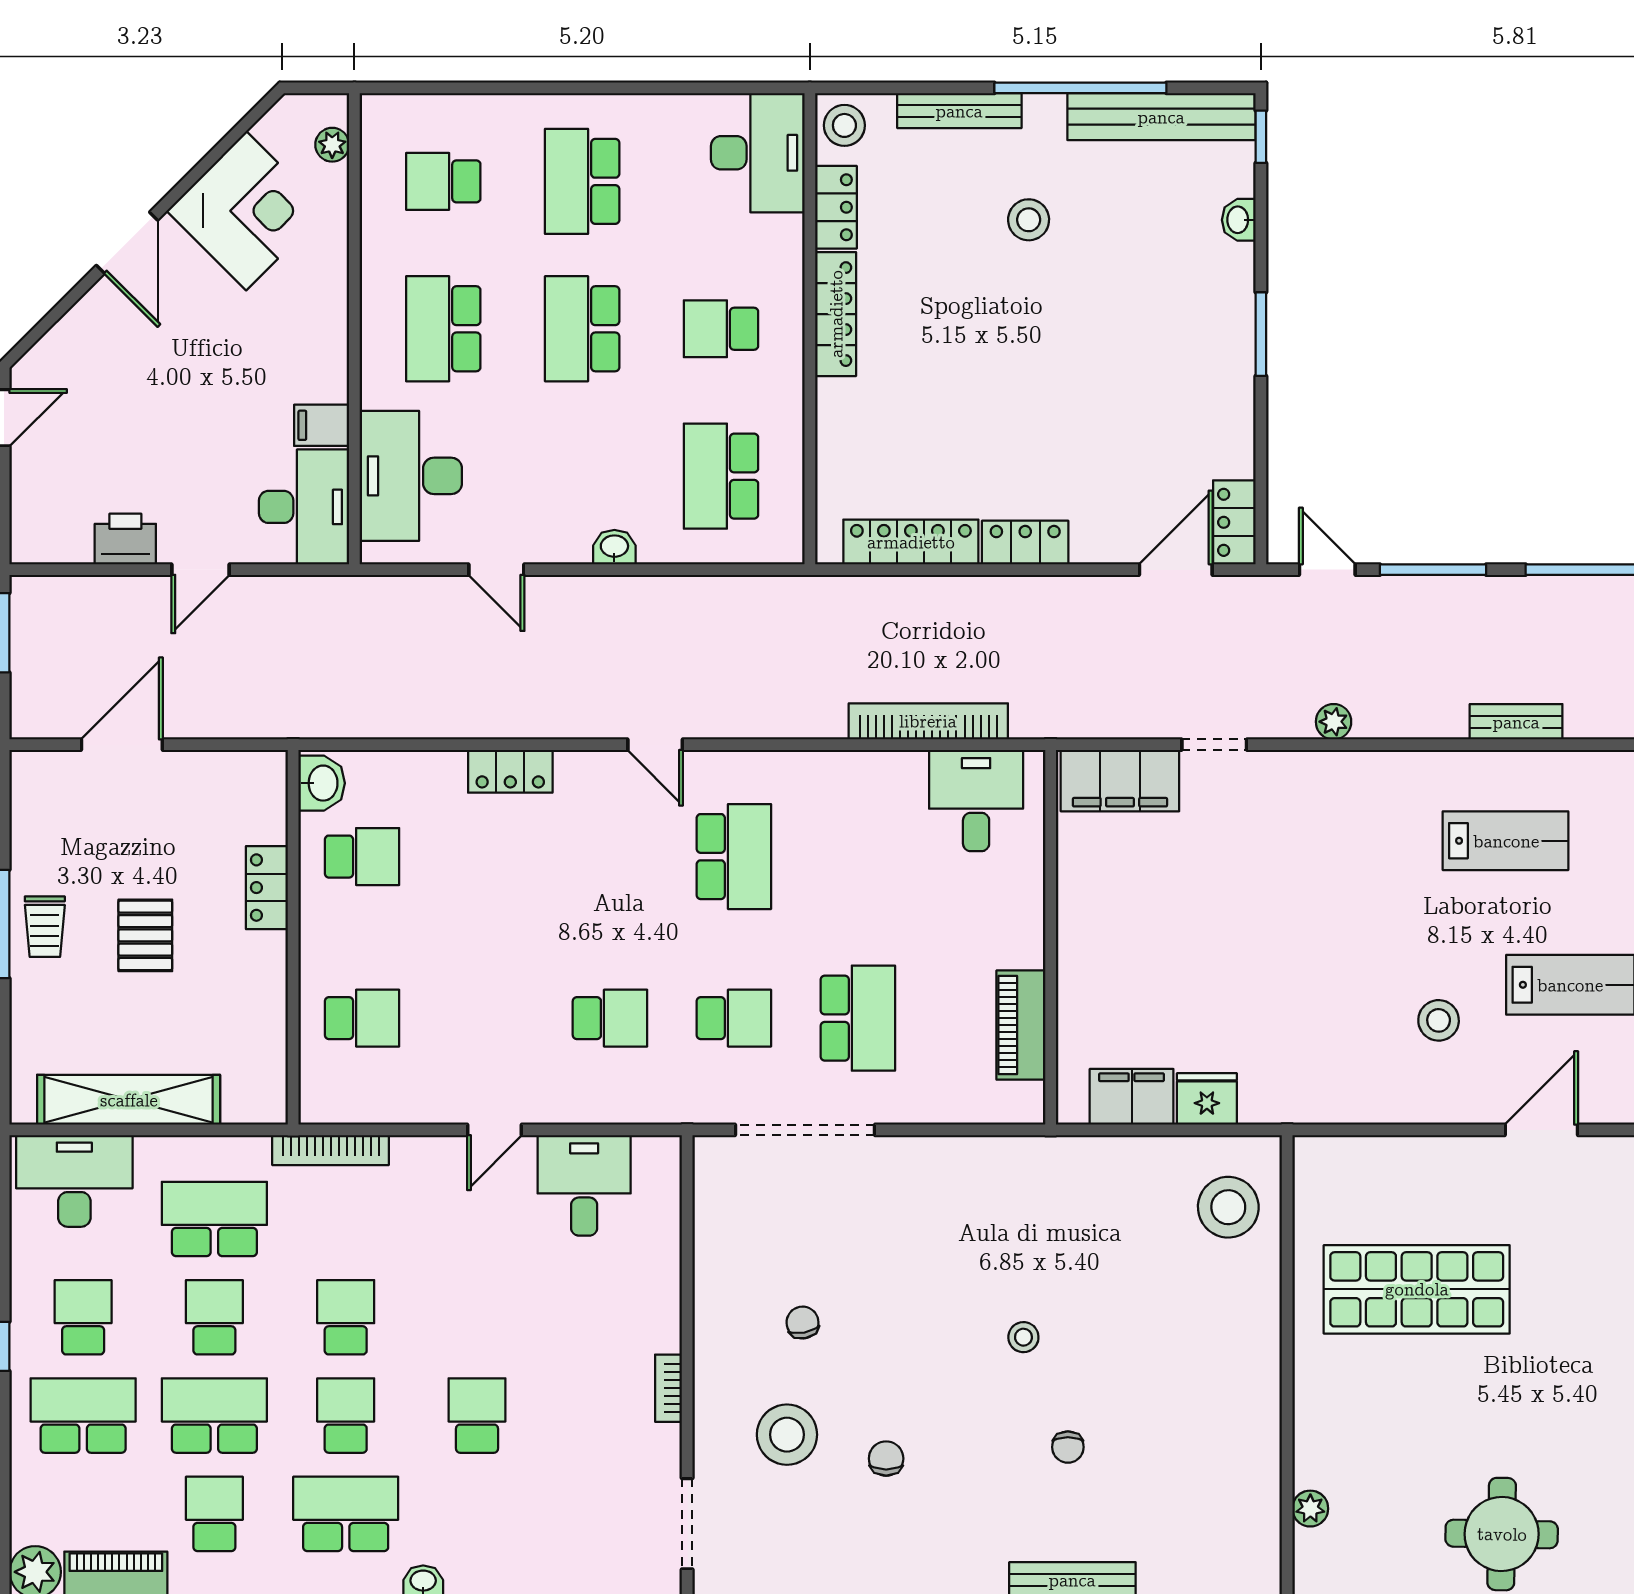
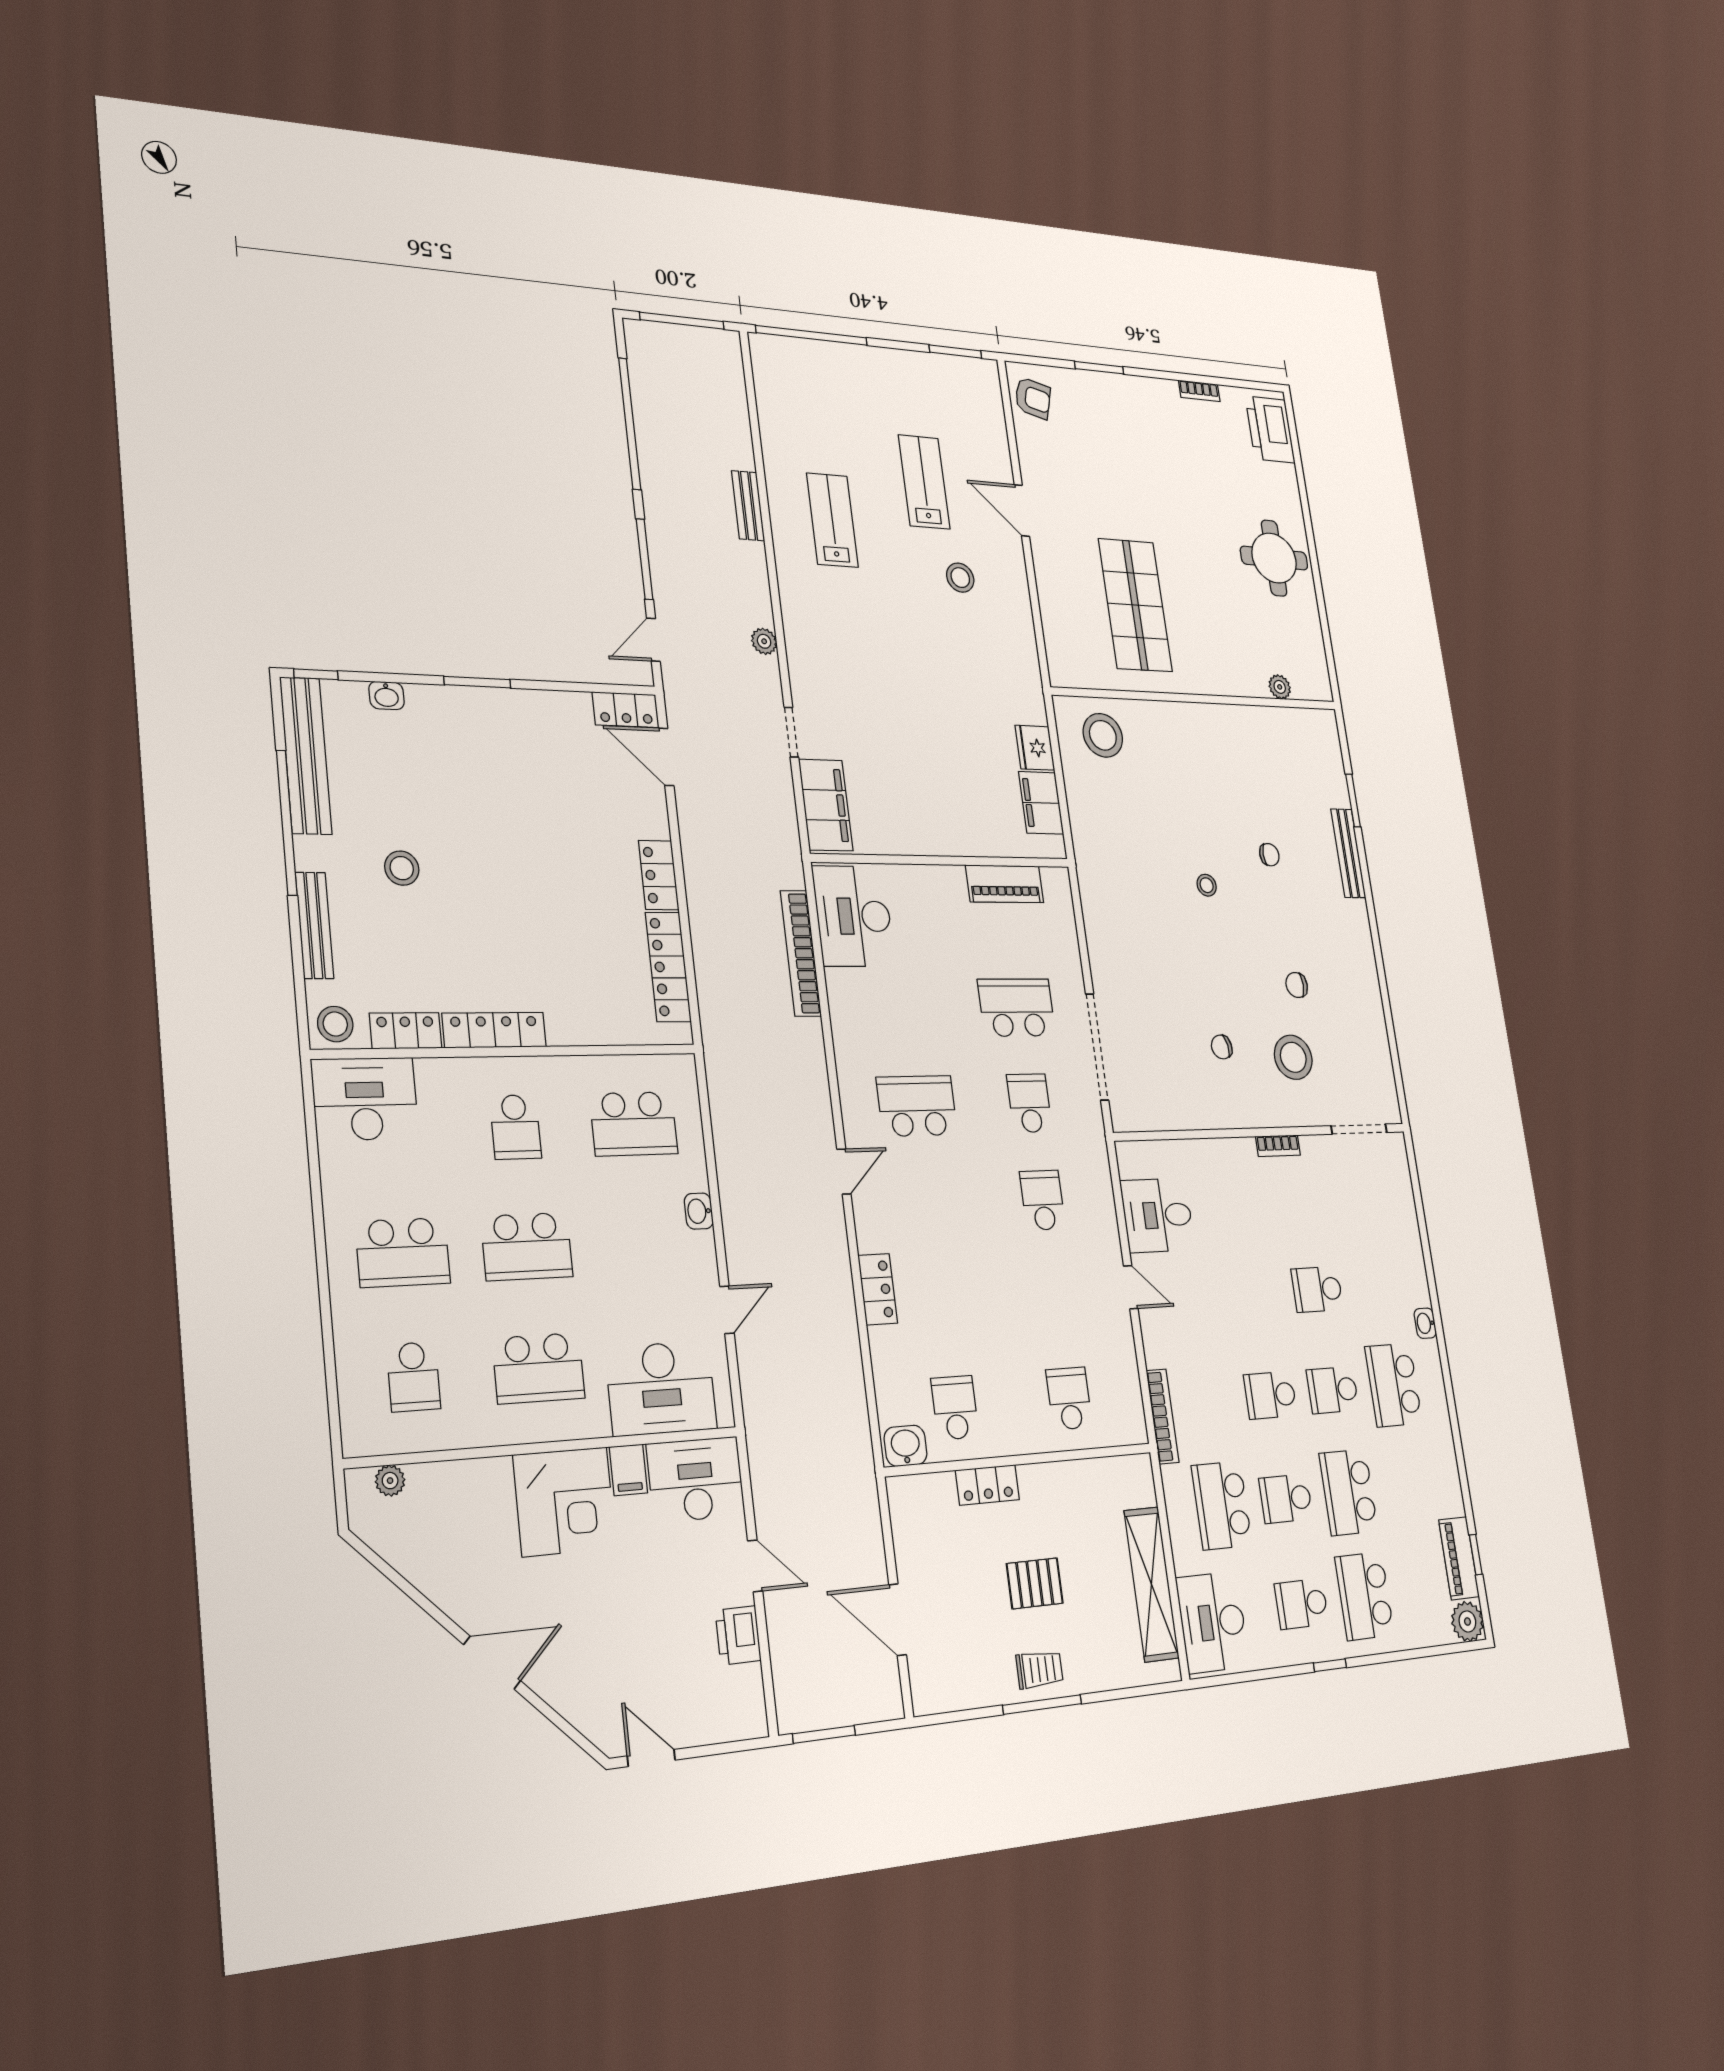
corner desk: (246, 211) -> (565, 1502), moved, turned 135
desk: (976, 801) -> (853, 916), width x1.37
school desk: (214, 1514) -> (1410, 1486), removed

